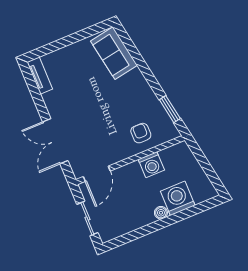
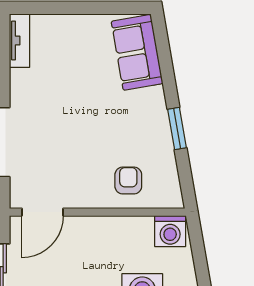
window: (170, 109) -> (177, 128), moved
washing machine: (151, 165) -> (170, 231), moved

